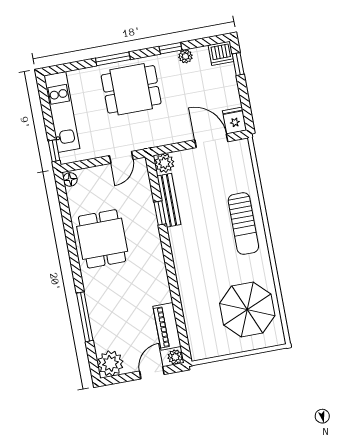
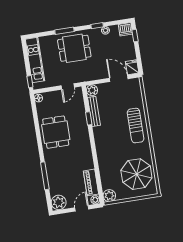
plant: (200, 349) -> (109, 196), added

